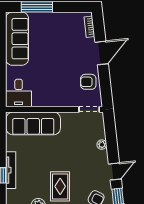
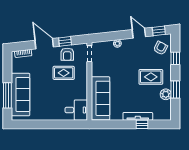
sofa: (17, 39) -> (20, 95), moved, turned 90
rug: (65, 77) -> (64, 73), added
window: (105, 79) -> (65, 41), added

